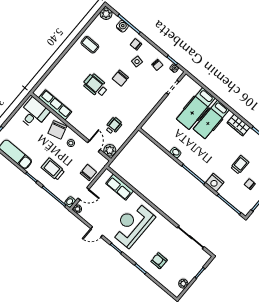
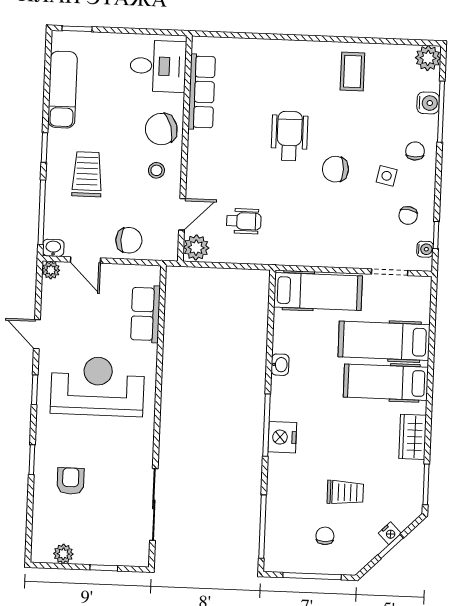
hospital bed: (160, 119) -> (318, 291), added
nightstand: (215, 183) -> (282, 437), moved

